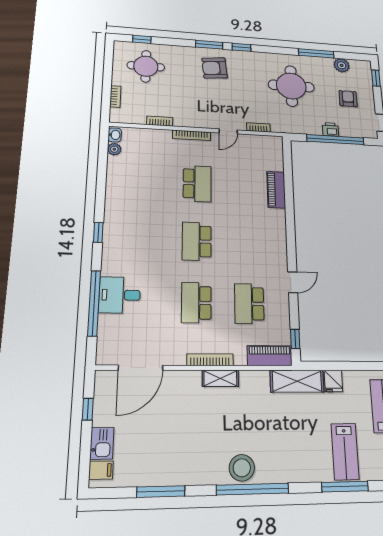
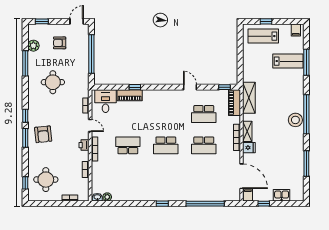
round table: (291, 86) -> (53, 82), width x0.73, depth x0.73
printer: (330, 129) -> (84, 145), moved
window: (289, 198) -> (135, 87), added
desk: (120, 295) -> (106, 101), moved, turned 180
shelving: (297, 381) -> (249, 98), moved
fridge: (333, 381) -> (249, 148), moved
filing cabinet: (101, 470) -> (248, 195), moved

